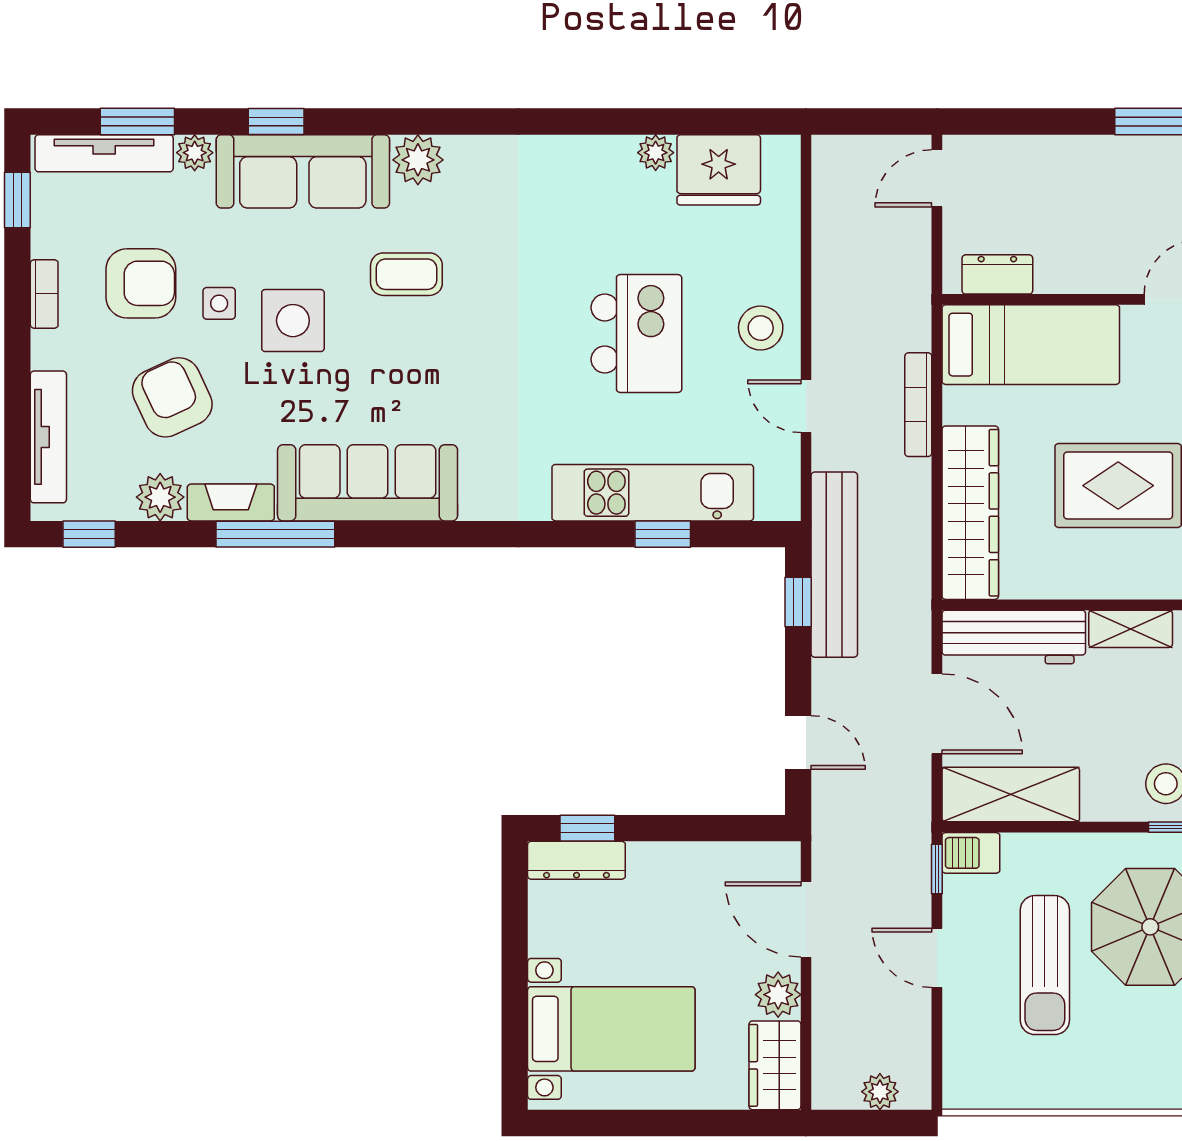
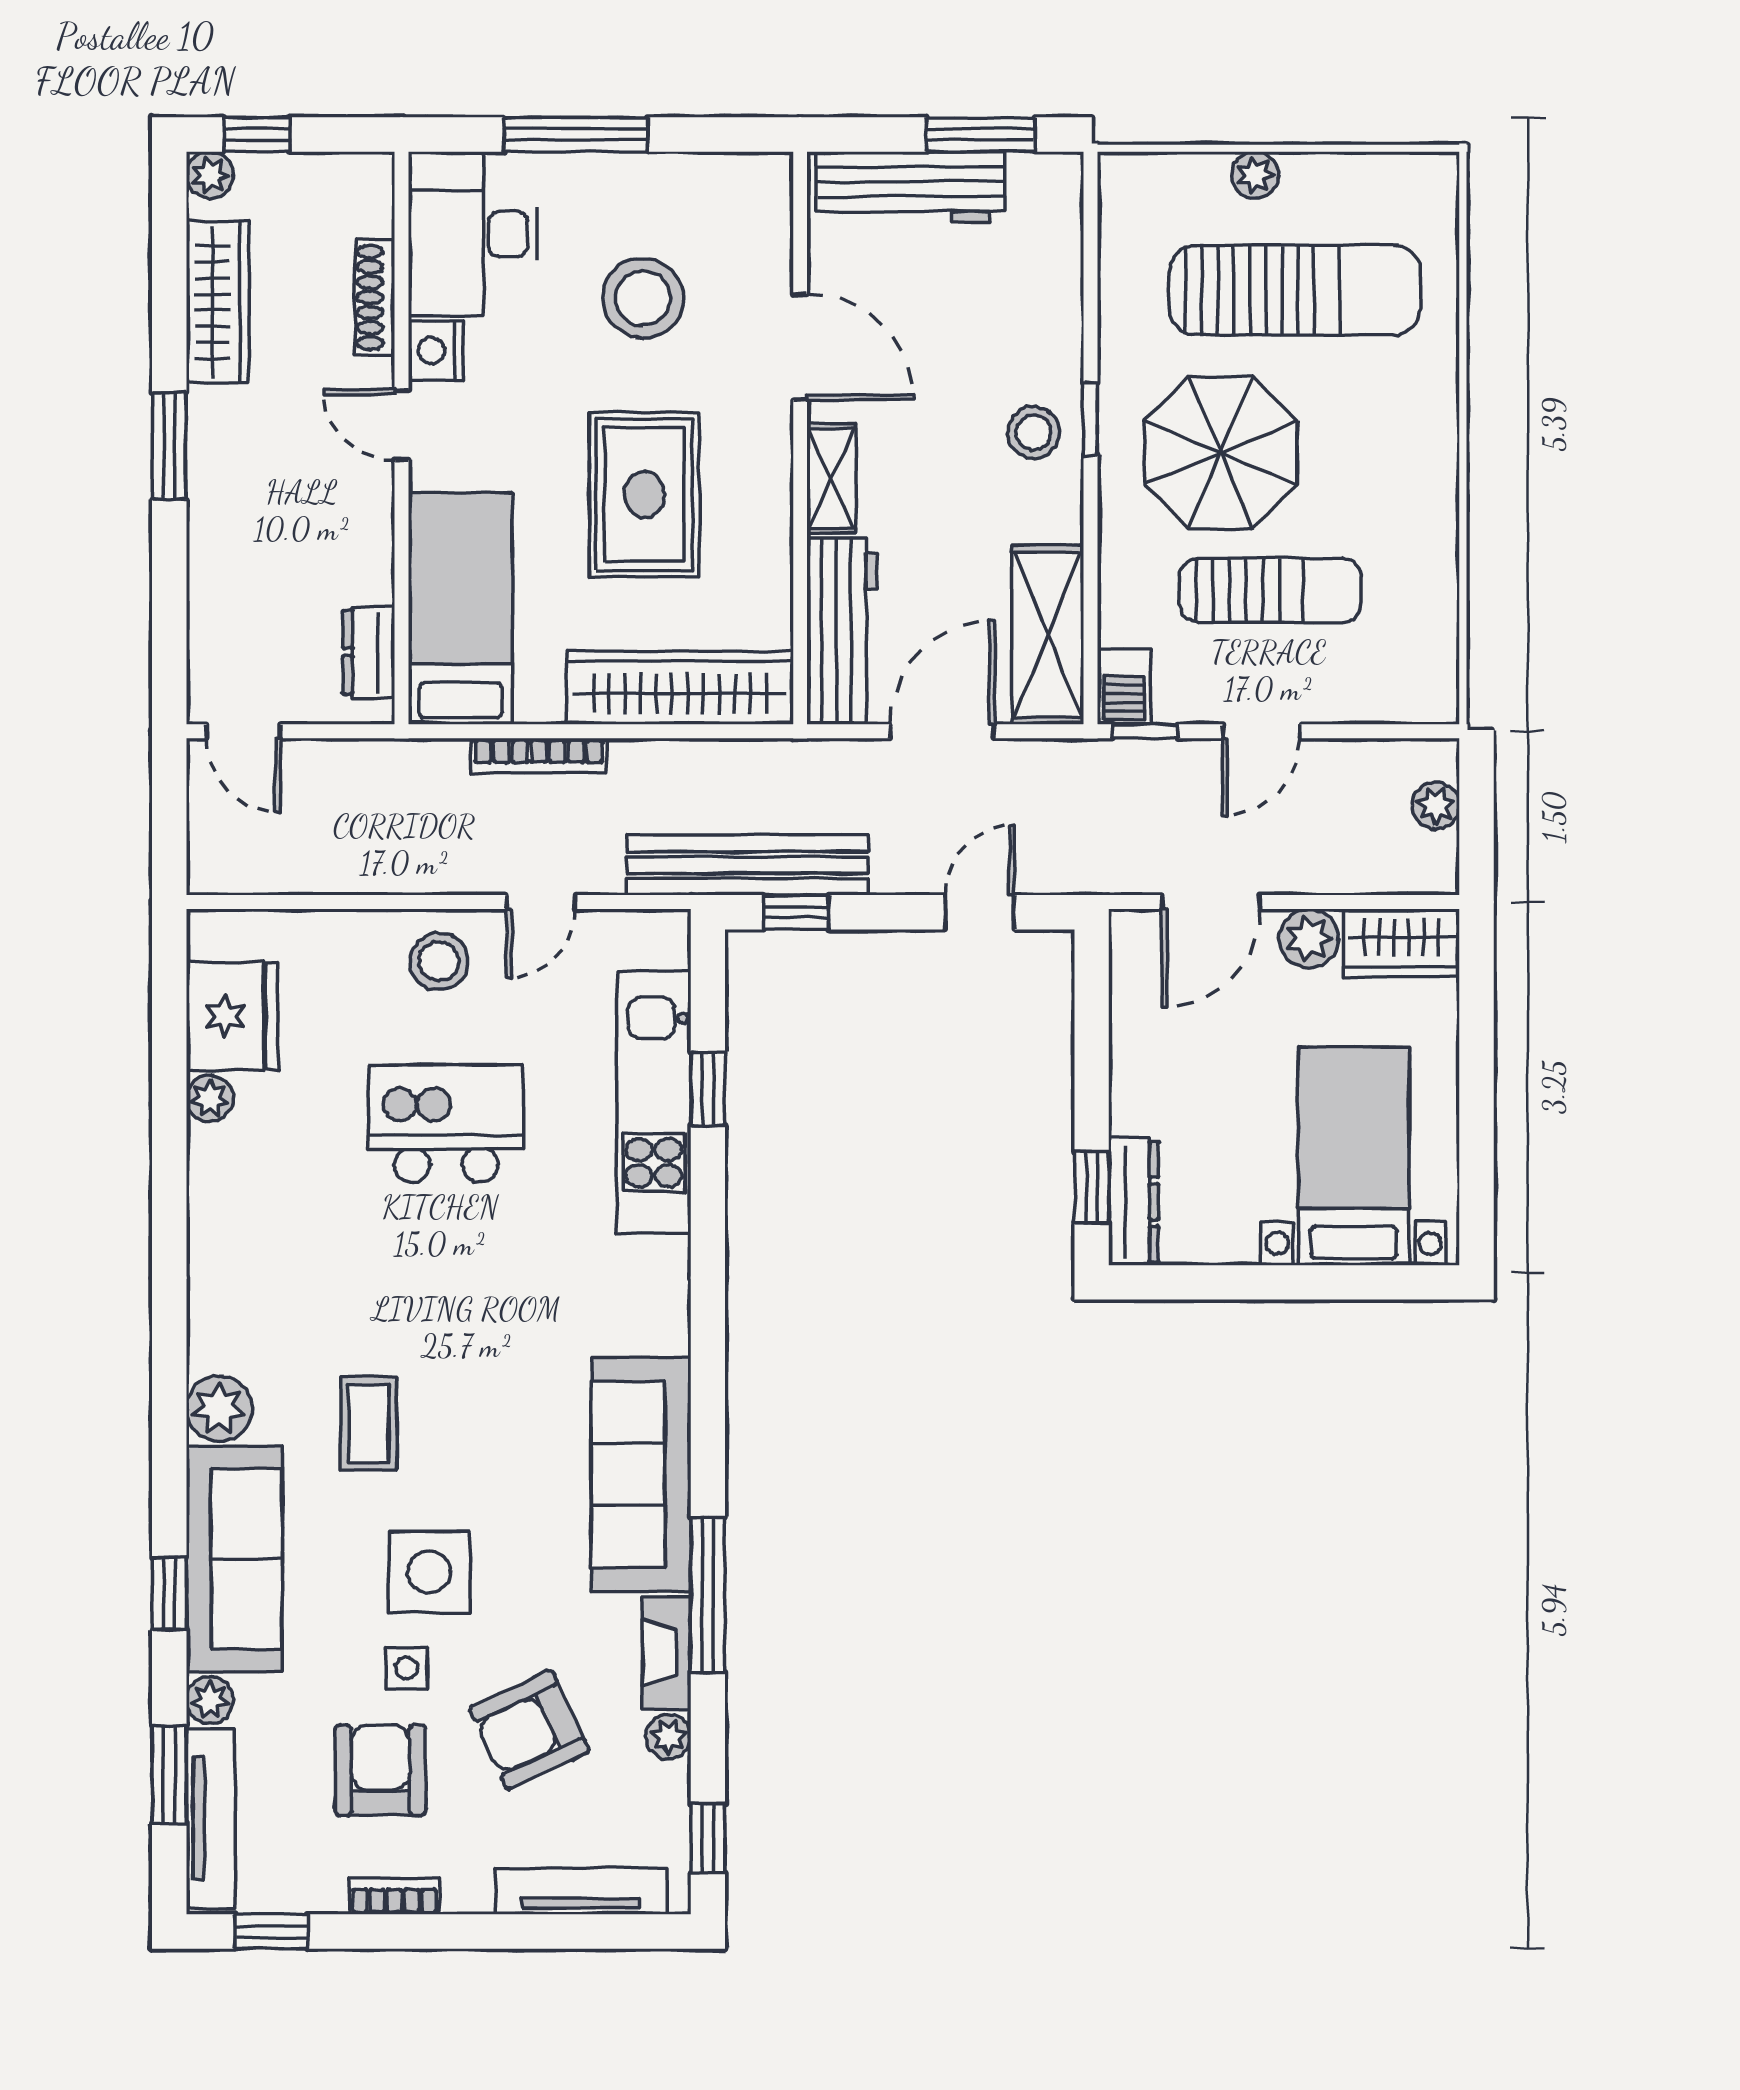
plant: (160, 497) -> (668, 1737), width x0.73, depth x0.73

